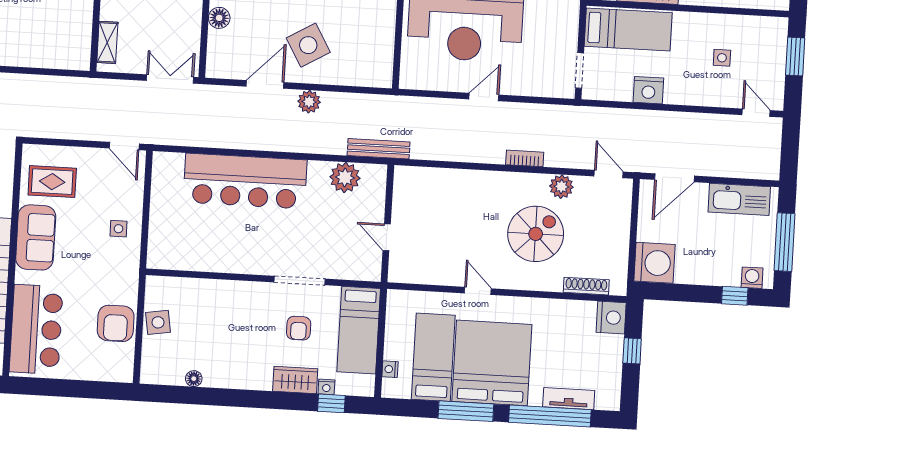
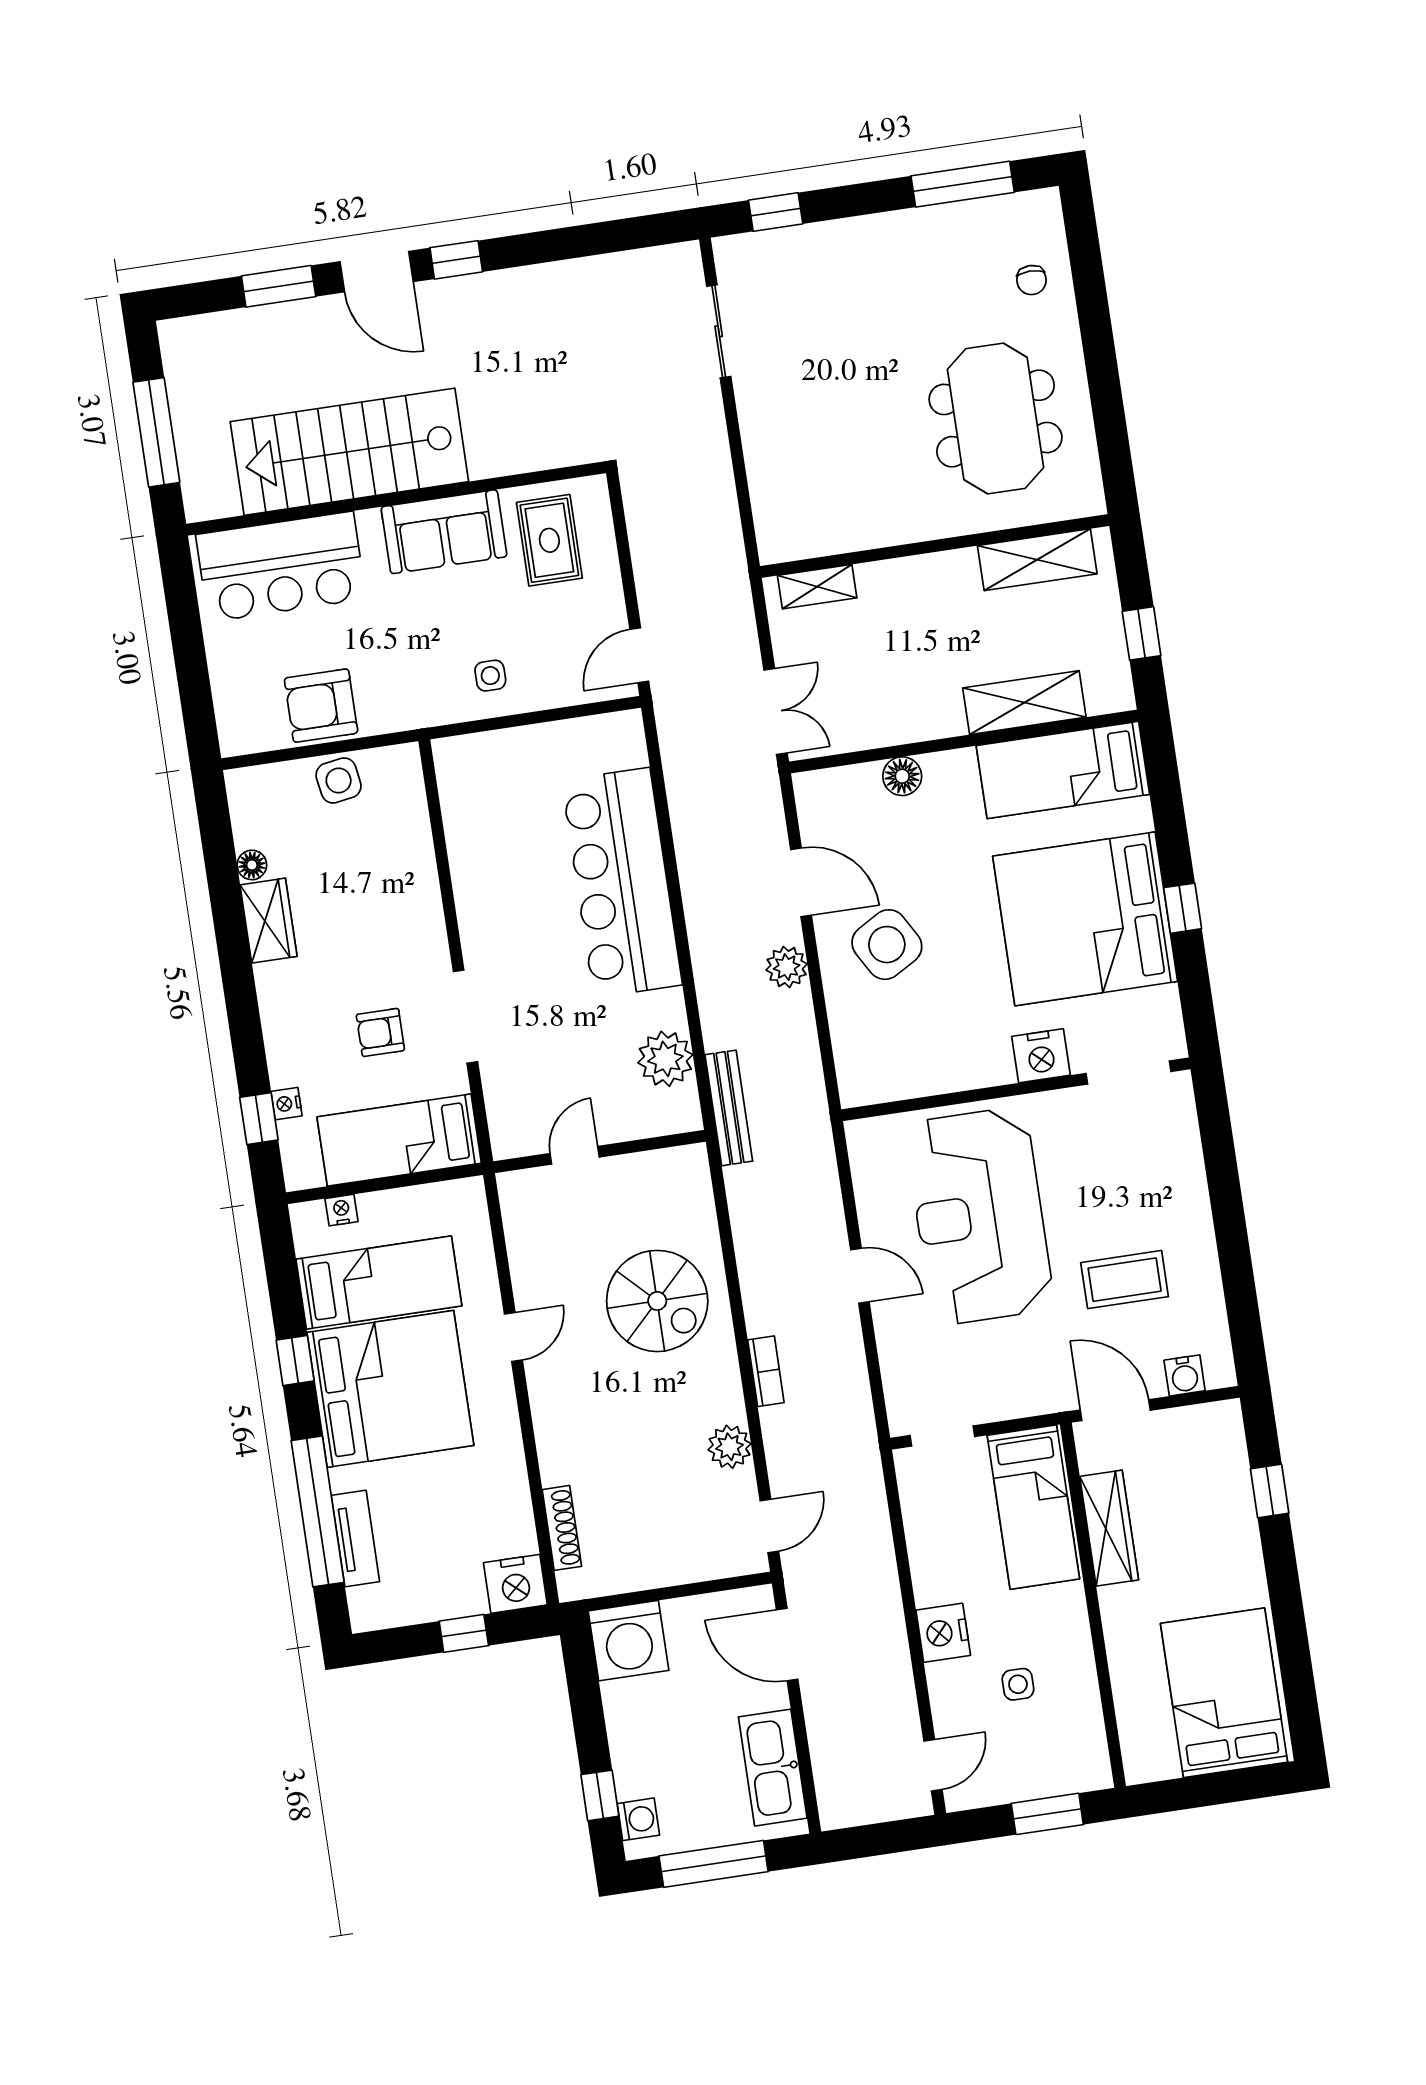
nightstand: (648, 90) -> (943, 1633), moved
spiral stairs: (536, 234) -> (657, 1301), moved
wardrobe: (295, 380) -> (269, 921), moved
window: (466, 411) -> (295, 1361), width x0.46

